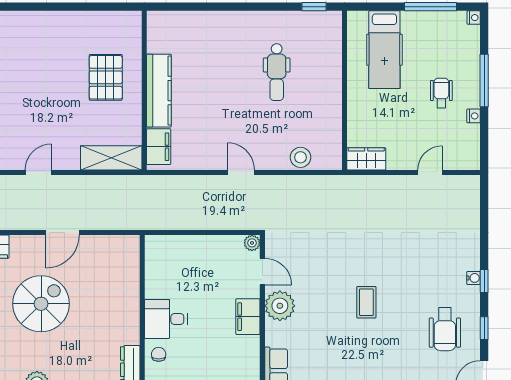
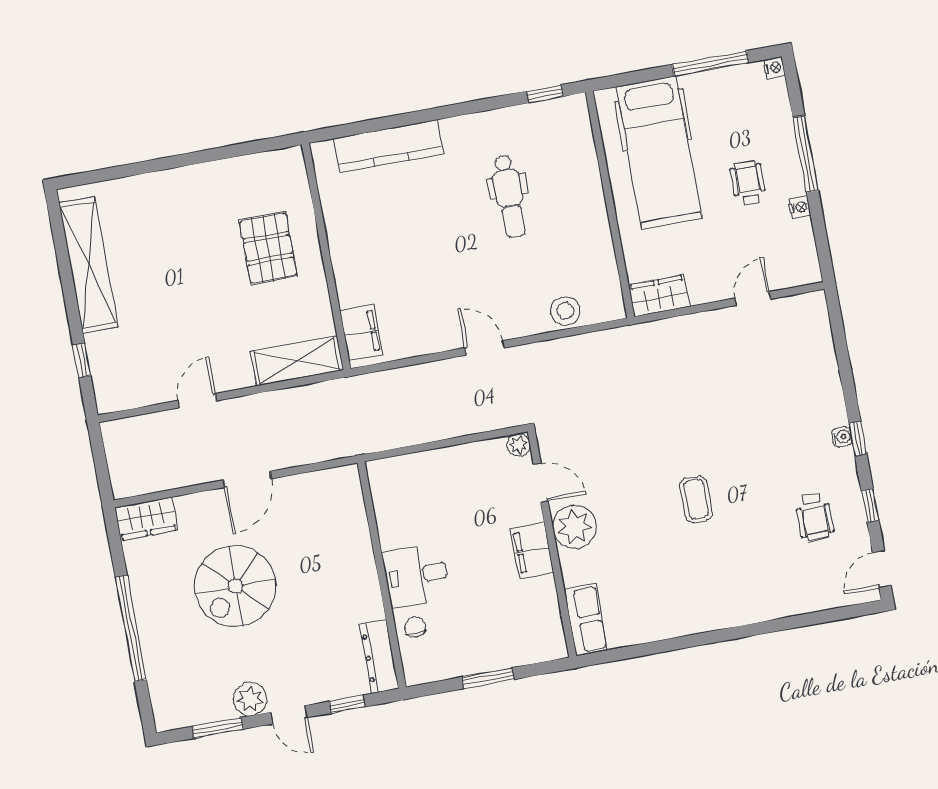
hospital bed: (384, 50) -> (659, 153), width x1.37, depth x1.29
kitchen counter: (159, 91) -> (389, 146), moved, turned 90
spiral stairs: (41, 304) -> (235, 586), turned 180
wheelchair: (445, 329) -> (815, 517), width x0.73, depth x0.73

